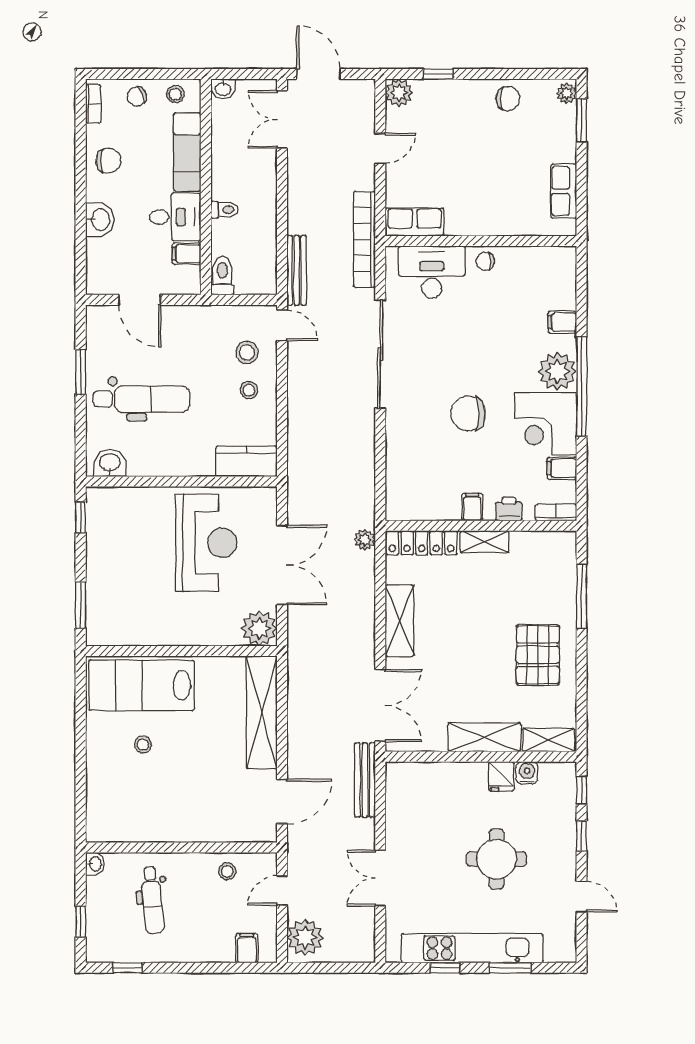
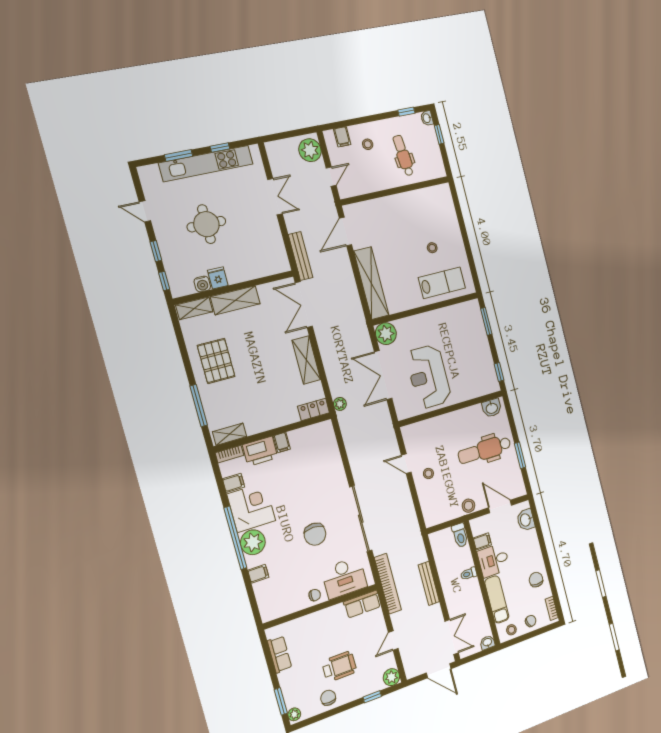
chair: (508, 98) -> (328, 698), turned 90
wheelchair: (477, 139) -> (339, 667), added
chair: (108, 161) -> (536, 580), turned 90
washbasin: (100, 220) -> (526, 520), moved
bench: (297, 270) -> (429, 583), moved
door: (282, 325) -> (406, 464), moved
stool: (247, 352) -> (468, 506), moved
chair: (468, 413) -> (315, 534), moved, turned 90
kitchen counter: (246, 461) -> (419, 431), removed
printer: (509, 509) -> (260, 451), width x1.87, depth x1.48
shelving: (485, 542) -> (230, 434), moved
locker: (422, 543) -> (313, 409), width x0.66
lab bench: (142, 685) -> (442, 283), width x0.73, depth x0.72
washbasin: (95, 864) -> (427, 118), moved
stool: (227, 871) -> (368, 144), moved

